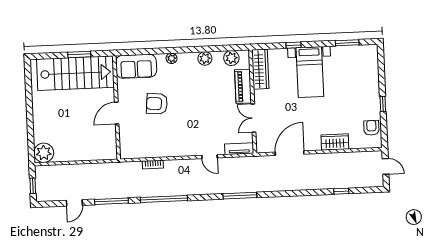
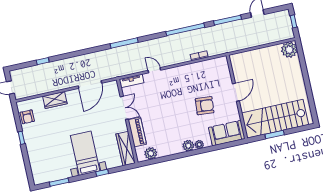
plant: (205, 58) -> (188, 146), moved

